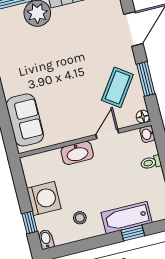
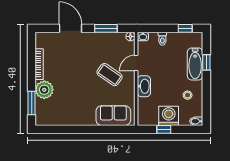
coffee table: (117, 87) -> (110, 75), moved
door: (107, 134) -> (136, 63), hinge flipped
window: (30, 222) -> (164, 129), moved

